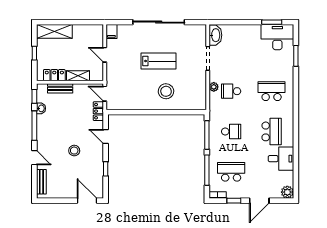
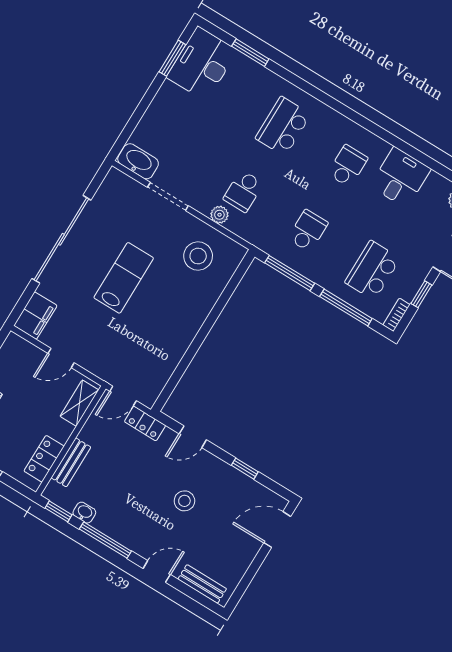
filing cabinet: (111, 31) -> (35, 316), width x2.00
shelving: (78, 76) -> (79, 403), moved
stool: (166, 91) -> (198, 256), moved
school desk: (272, 131) -> (348, 166), width x0.54

